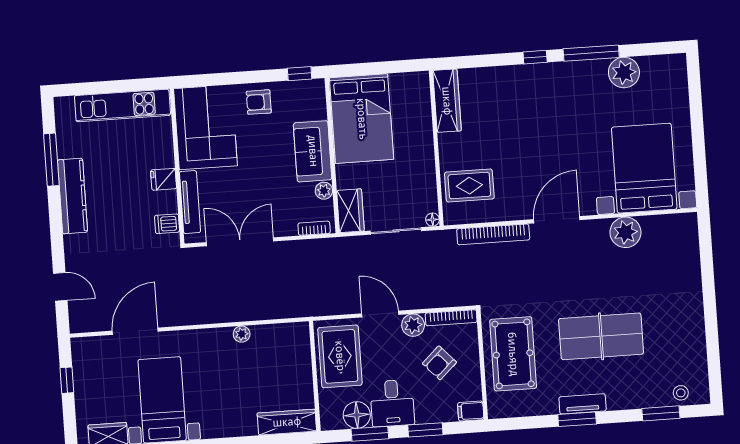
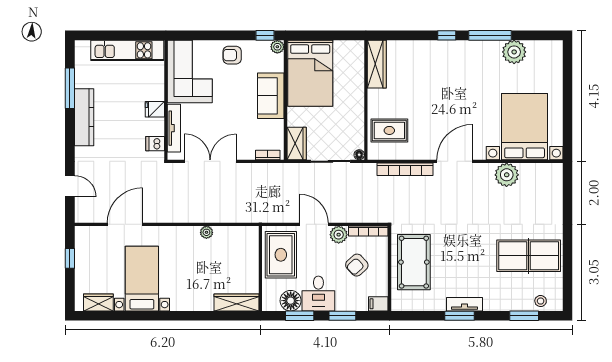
plant: (324, 191) -> (277, 47), moved
table tennis table: (601, 336) -> (529, 256), moved

